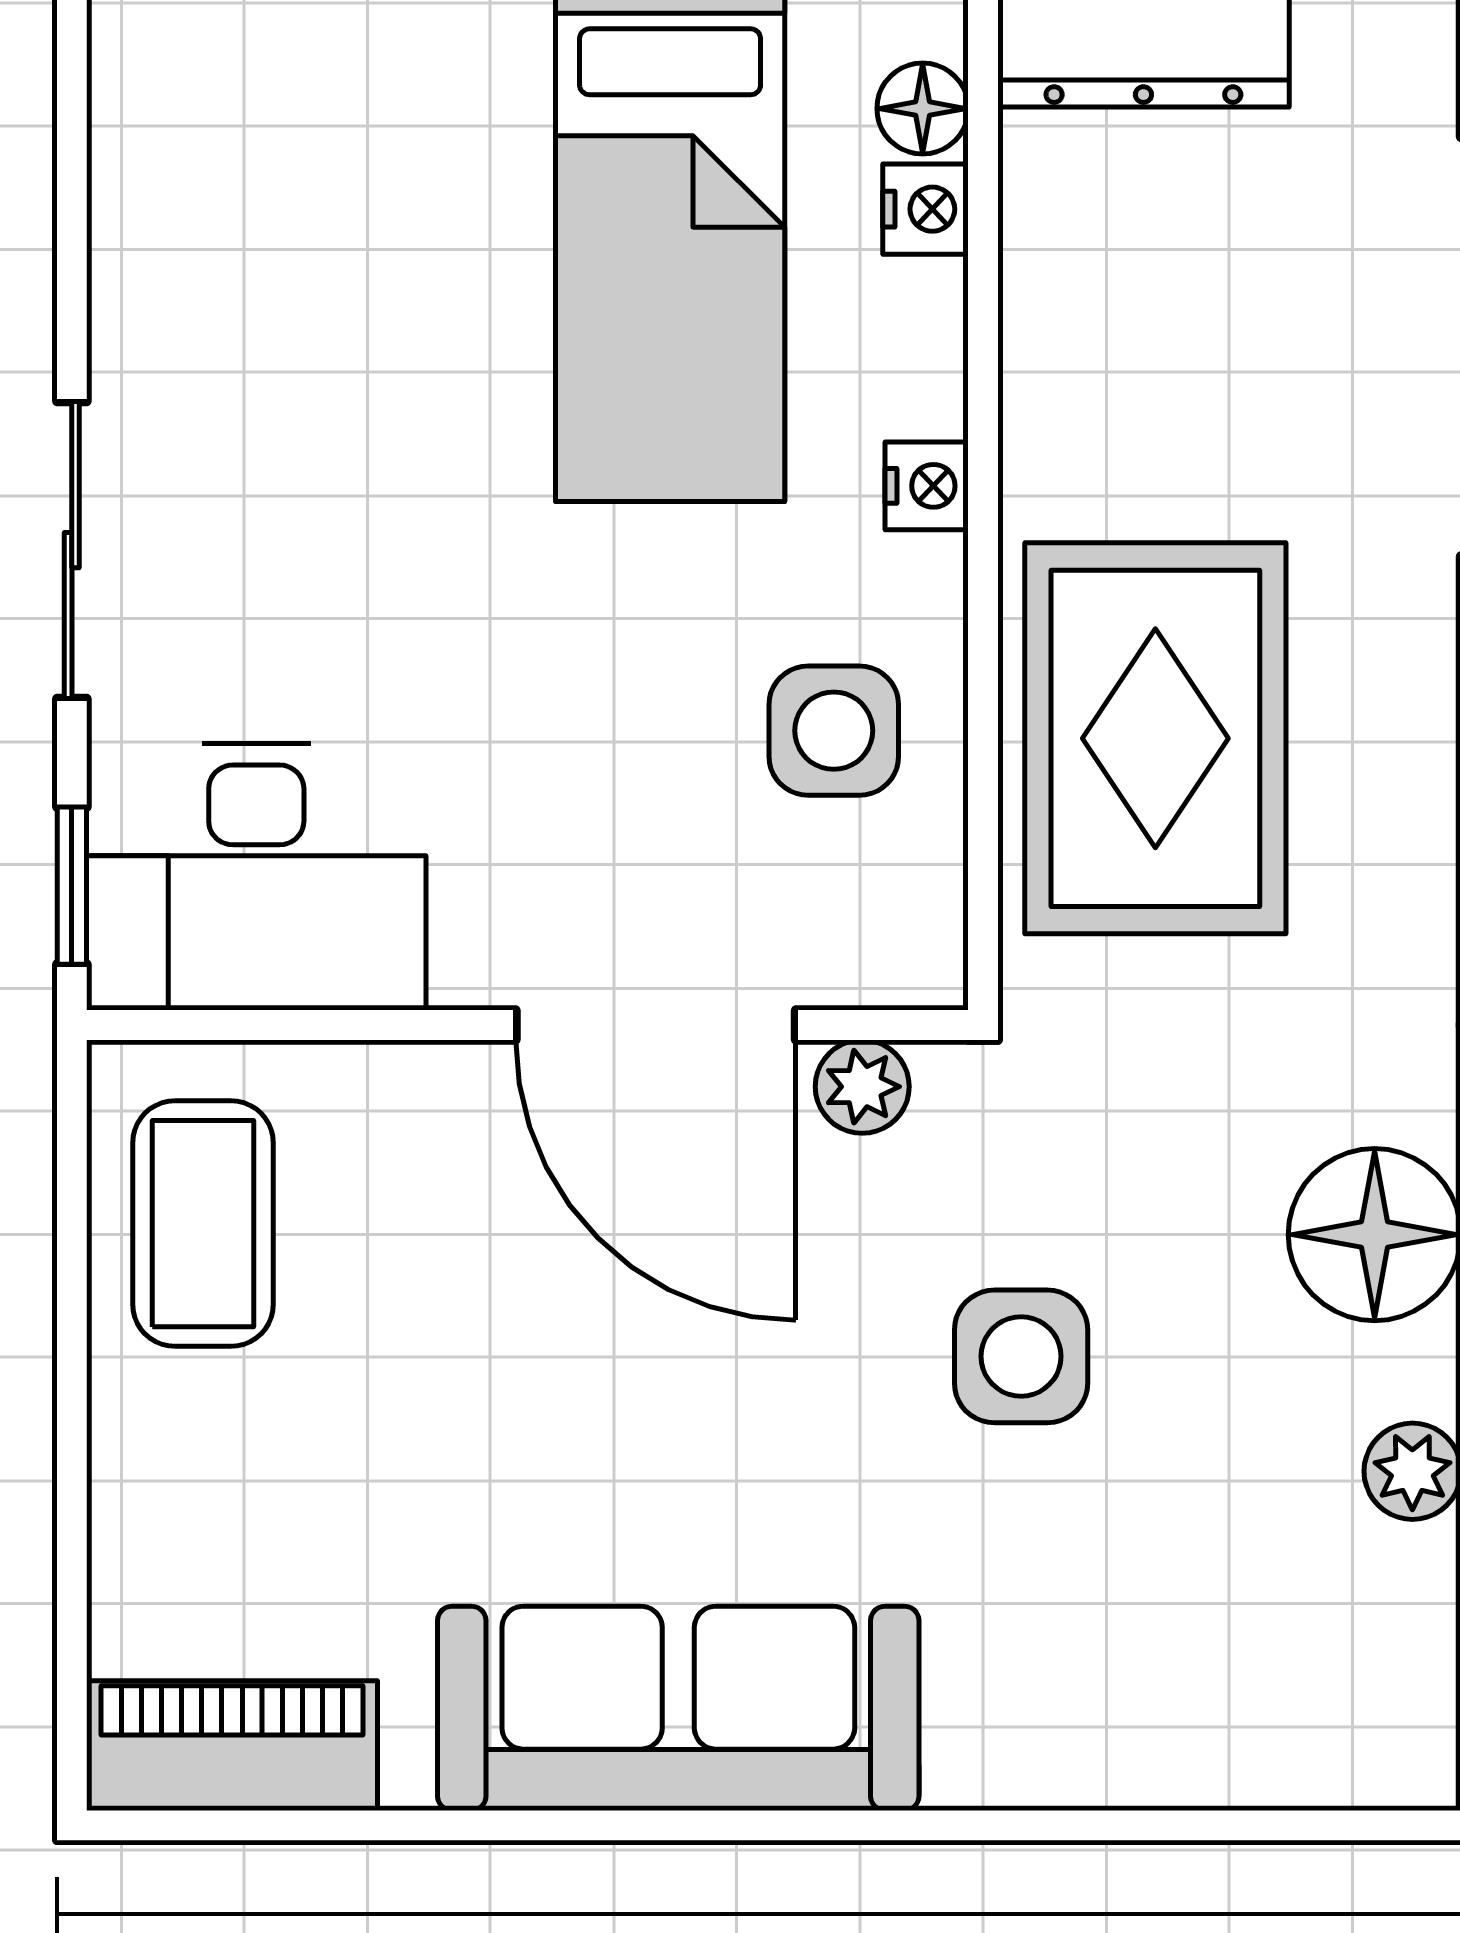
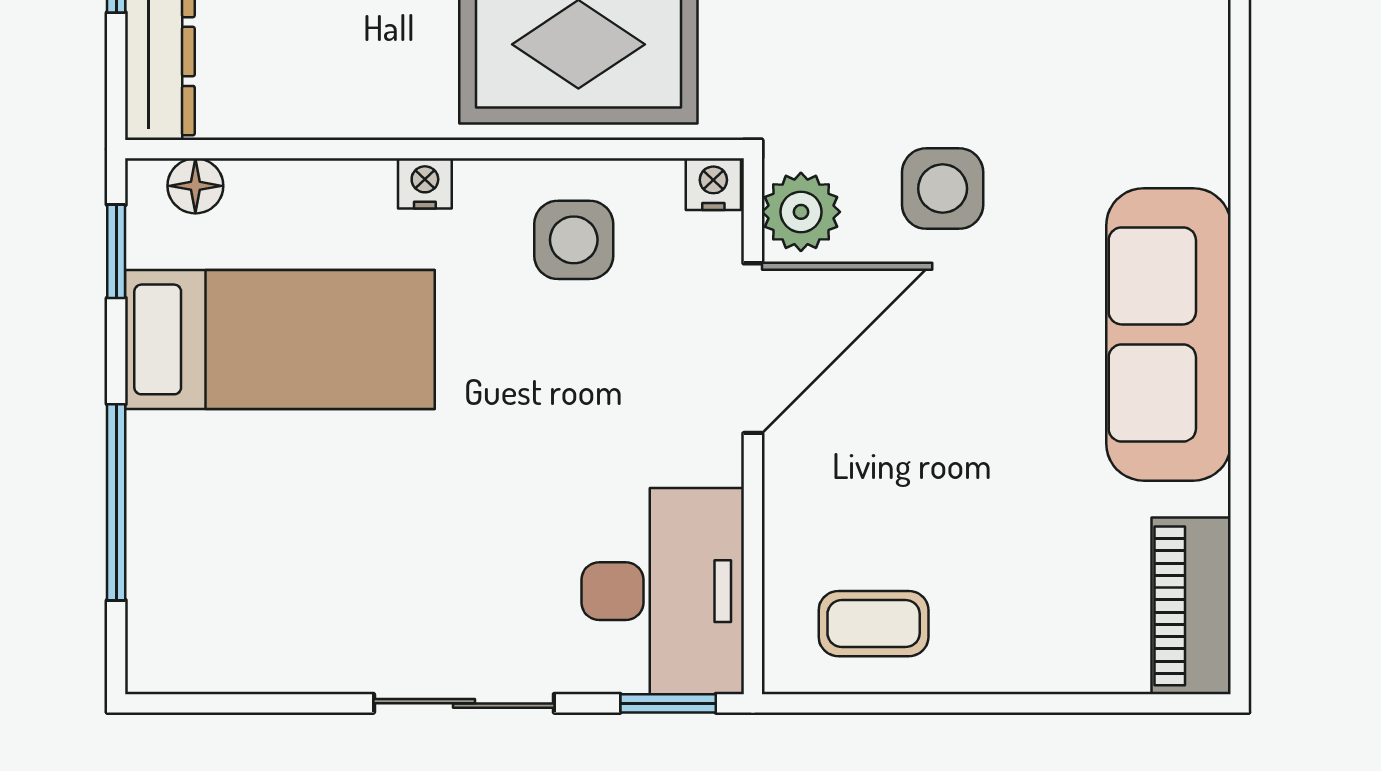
nightstand: (926, 209) -> (713, 184), moved
plant: (862, 1087) -> (801, 212), width x1.38, depth x1.38
coffee table: (203, 1224) -> (874, 624), width x0.73, depth x0.77
side table: (1021, 1356) -> (943, 189), moved

